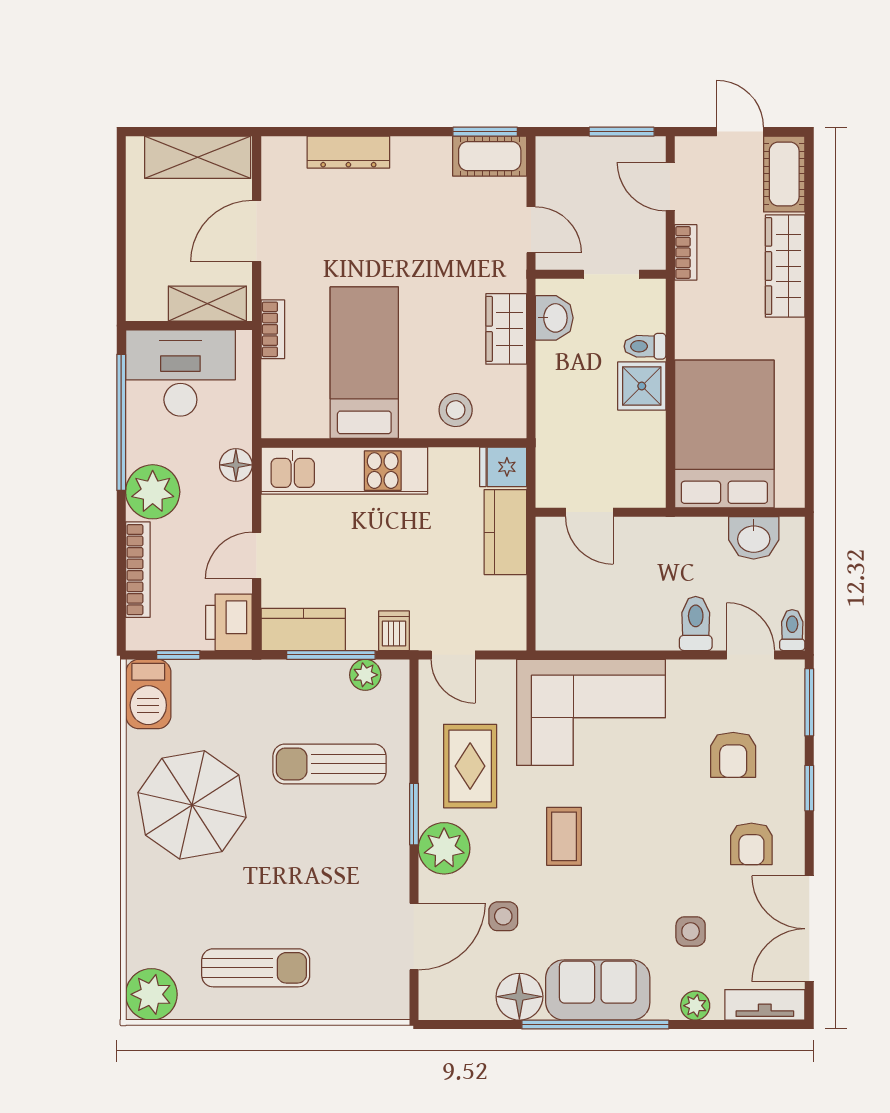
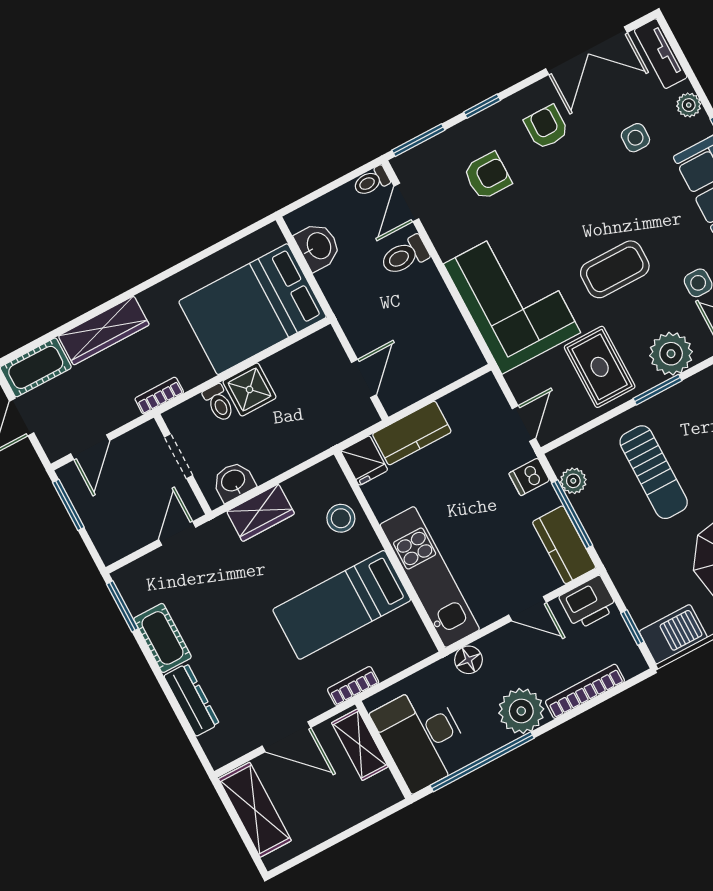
cot: (490, 156) -> (163, 638), moved
bookcase: (686, 252) -> (159, 396), moved
rug: (470, 766) -> (600, 367), turned 90
coffee table: (564, 836) -> (615, 269), width x1.36, depth x1.30
armchair: (751, 844) -> (546, 127), turned -90

